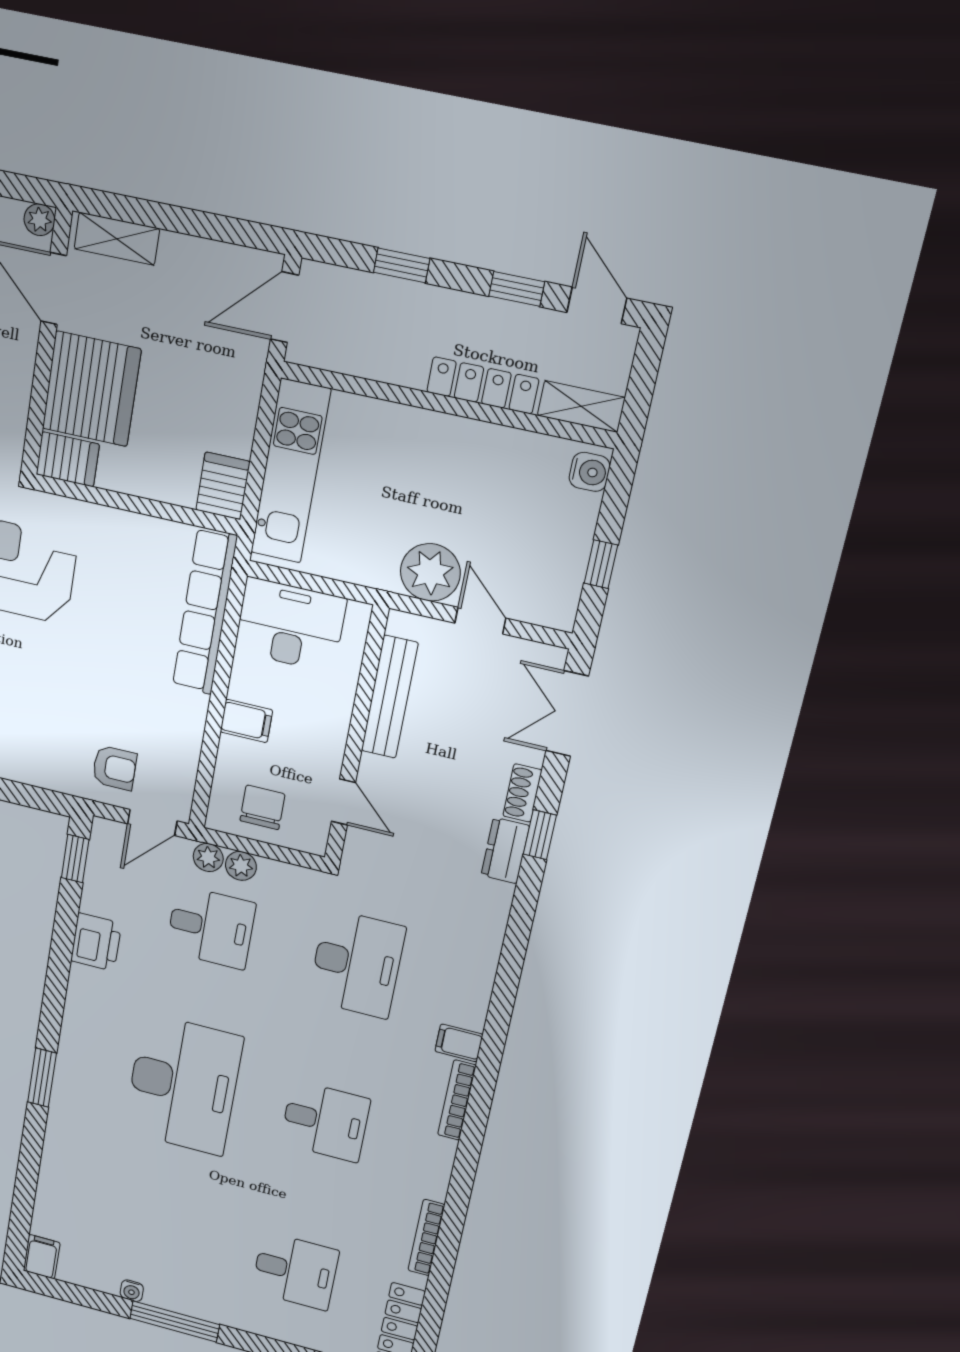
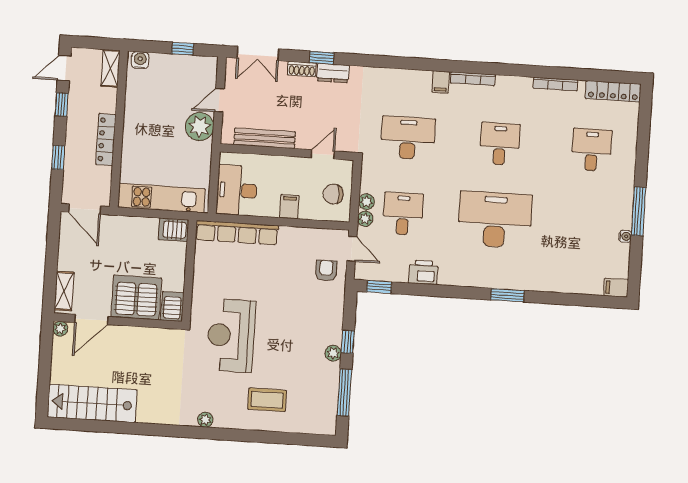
locker: (483, 385) -> (106, 140), moved

